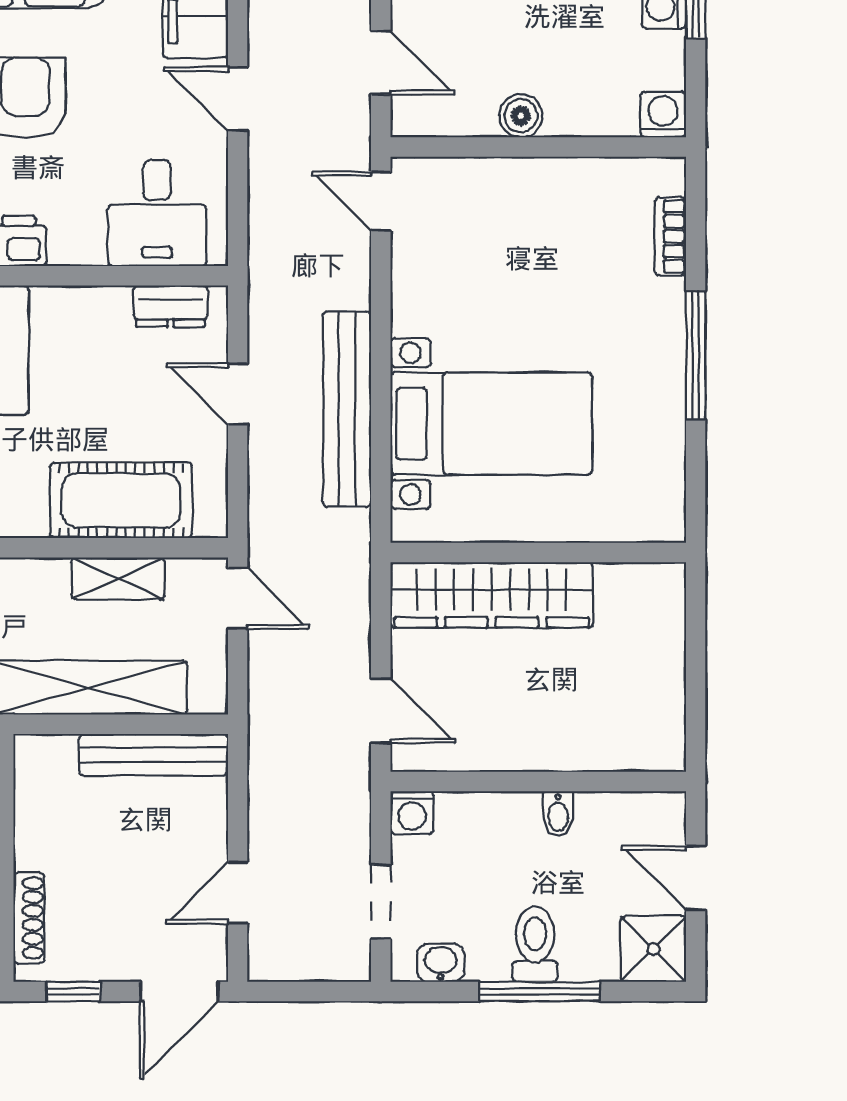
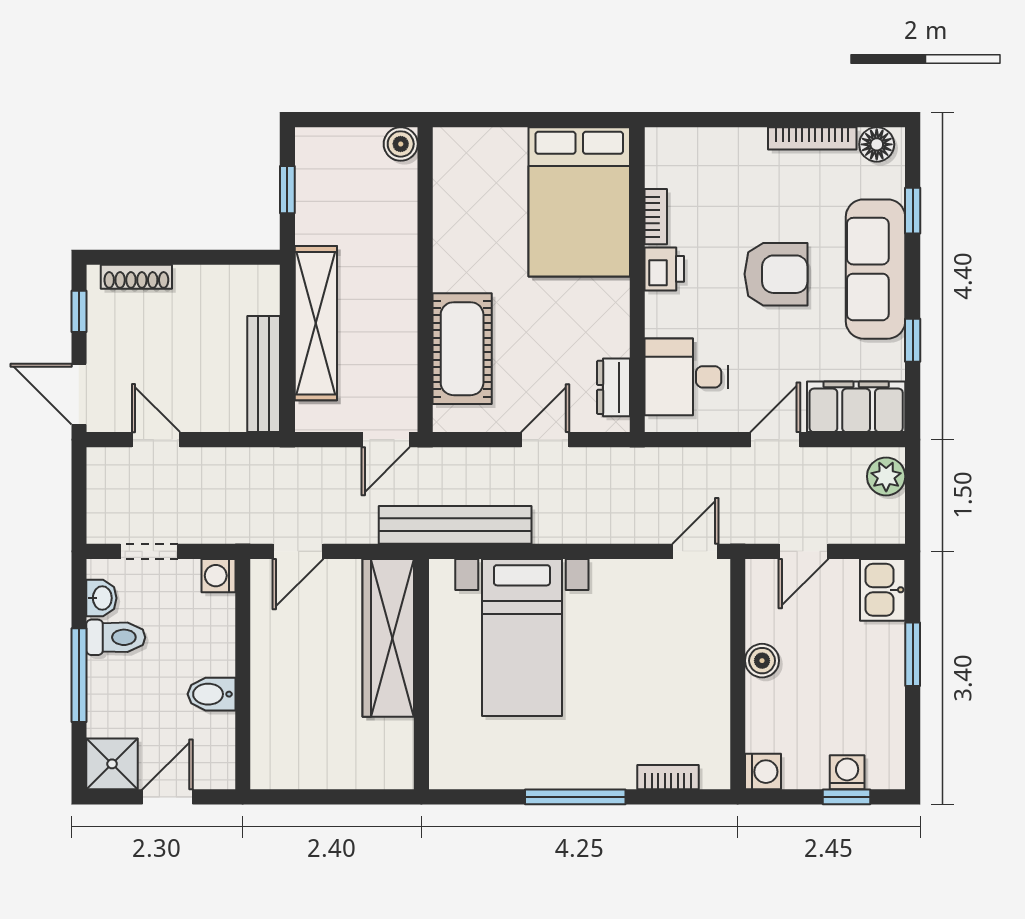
bench: (347, 409) -> (455, 525), moved
shelving: (118, 578) -> (401, 346), removed
bidet: (558, 814) -> (211, 694), width x1.38, depth x1.36
toilet: (535, 944) -> (116, 637), moved

